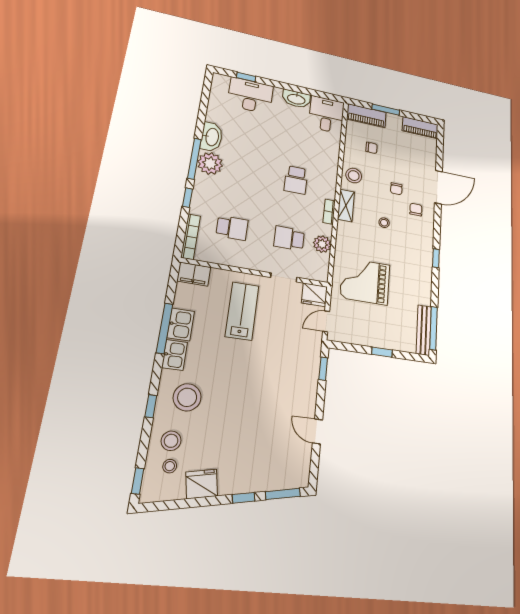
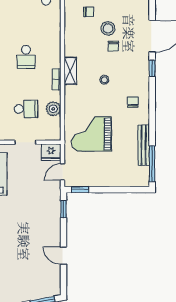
stool: (354, 176) -> (108, 28), moved
chair: (416, 210) -> (133, 102), moved
school desk: (289, 238) -> (26, 109), turned 180
window: (436, 258) -> (152, 69), moved
bench: (424, 330) -> (144, 145), moved
window: (382, 352) -> (80, 190), moved

